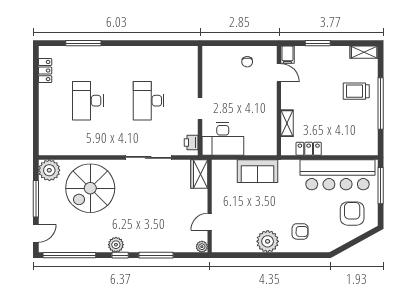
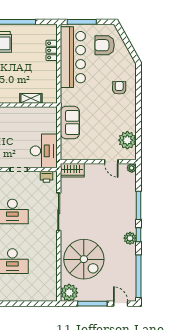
locker: (309, 149) -> (52, 50), moved
plant: (268, 241) -> (127, 140), moved

